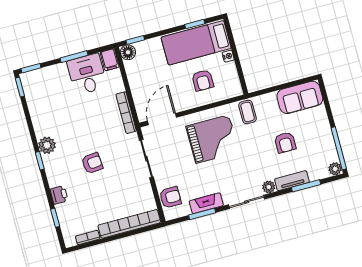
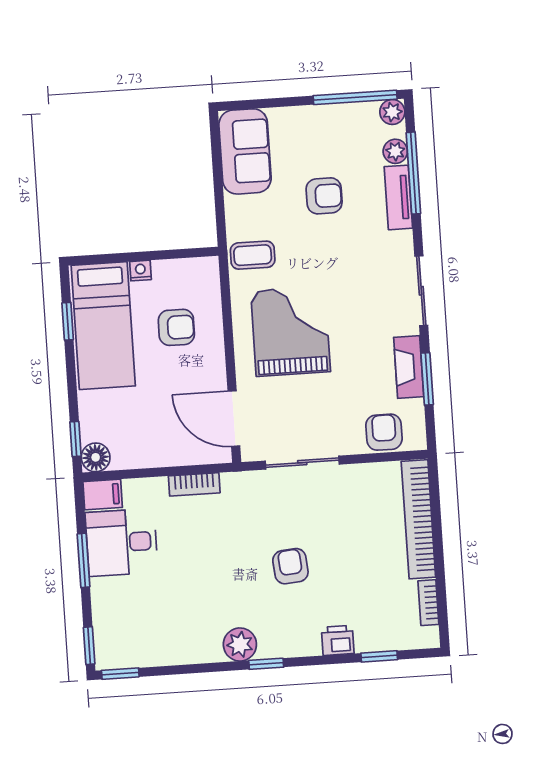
bookcase: (126, 113) -> (194, 484), width x0.64
window: (306, 186) -> (413, 173), width x1.44
plant: (269, 187) -> (395, 151), moved

